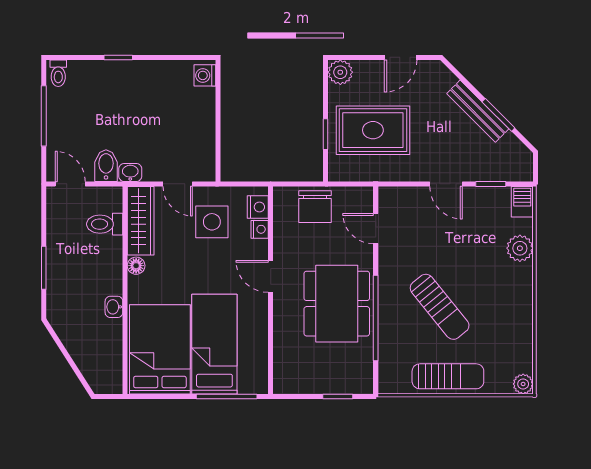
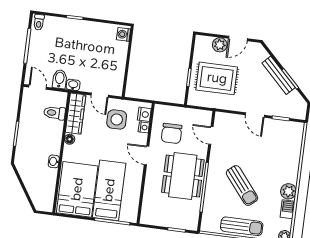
plant: (340, 72) -> (220, 45), moved
barbecue: (522, 202) -> (288, 209), moved
chair: (315, 207) -> (172, 133), moved
plant: (520, 248) -> (288, 191), moved

